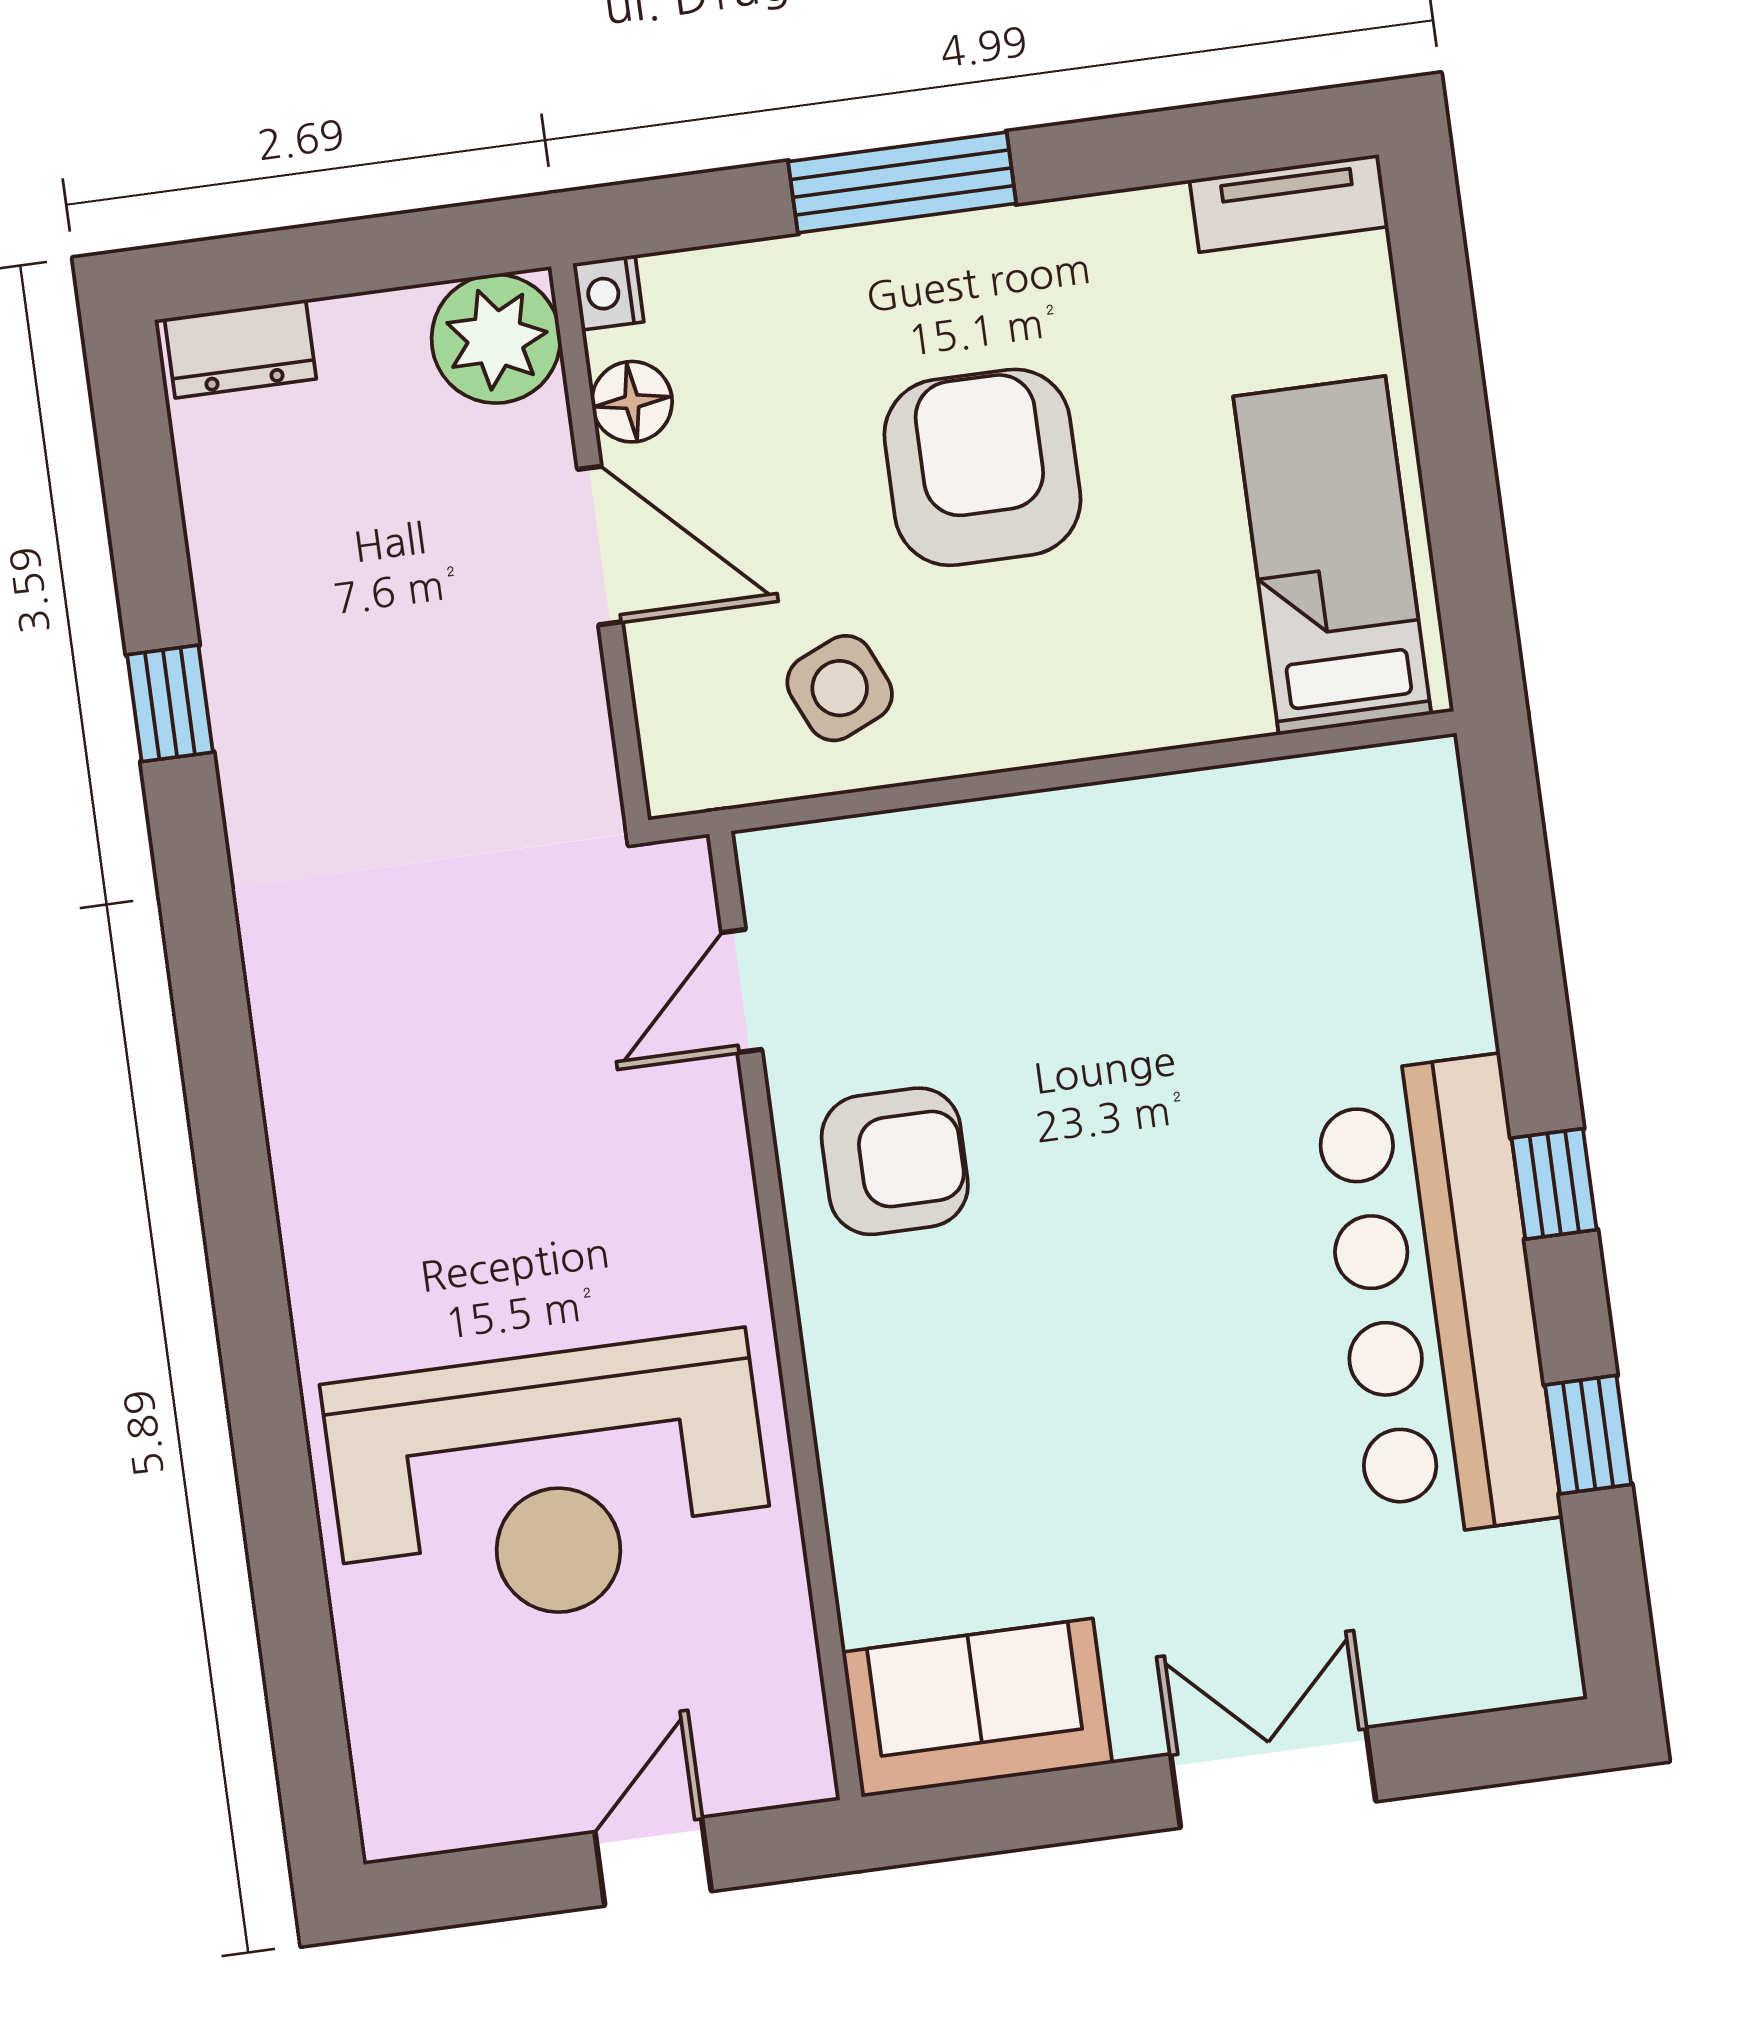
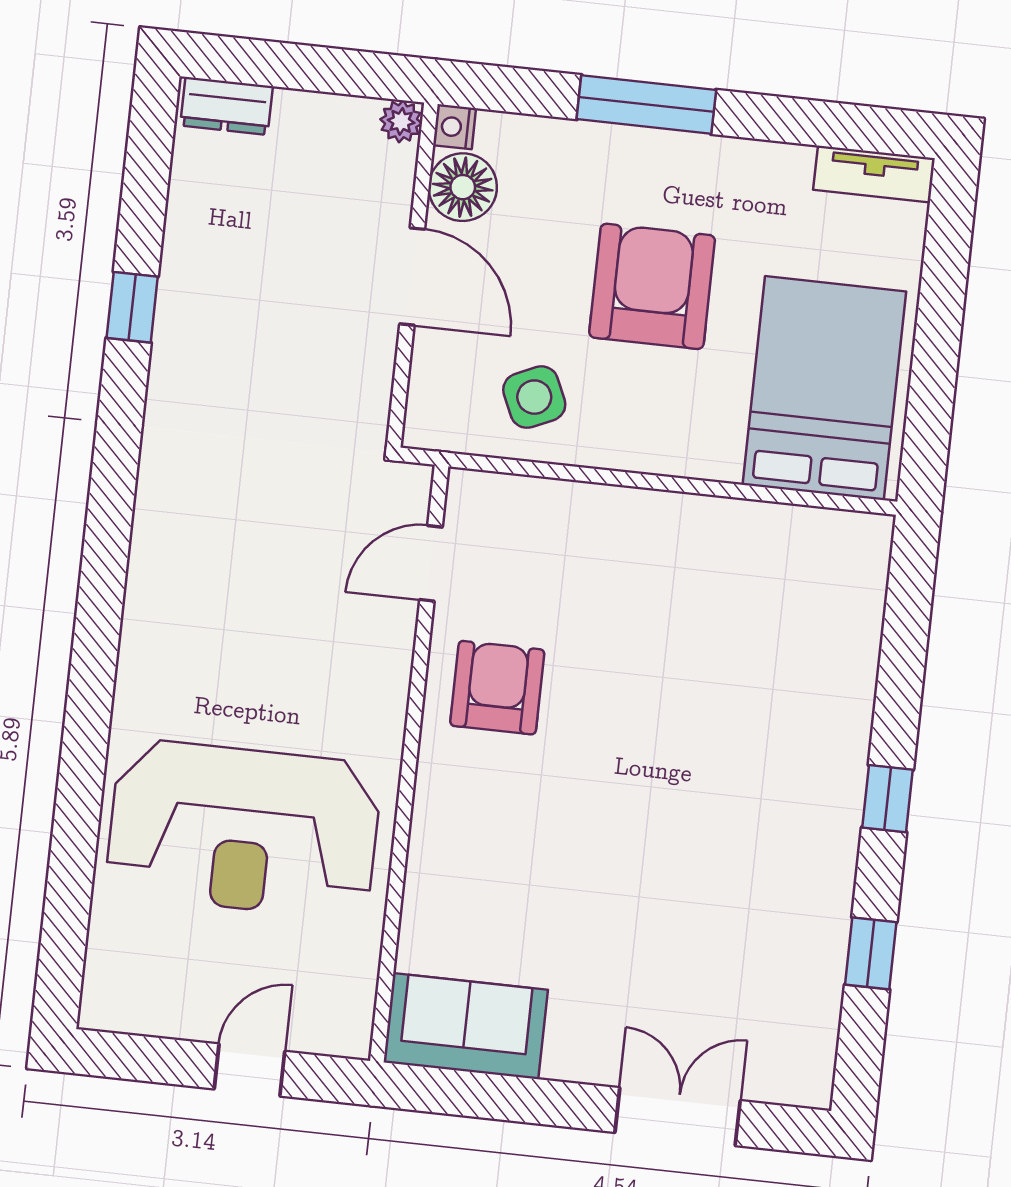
plant: (496, 339) -> (401, 121), width x0.53, depth x0.53
floor lamp: (632, 402) -> (463, 187), width x1.38, depth x1.38
bed: (1332, 555) -> (824, 388), width x1.50
armchair: (895, 1161) -> (497, 688), turned -90
bar counter: (1437, 1298) -> (801, 849), removed
double door: (1273, 1778) -> (678, 1117), moved

